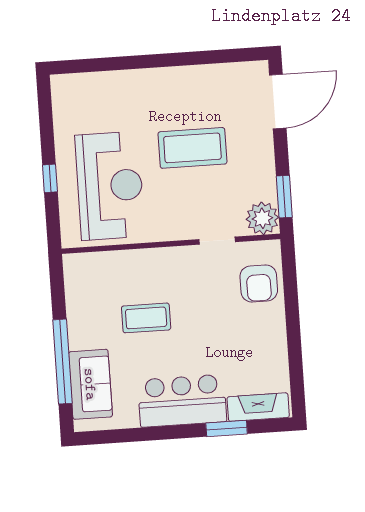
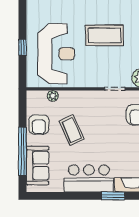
plant: (109, 260) -> (53, 96), added
armchair: (88, 312) -> (39, 124), added
coffee table: (146, 318) -> (72, 130), turned 66

